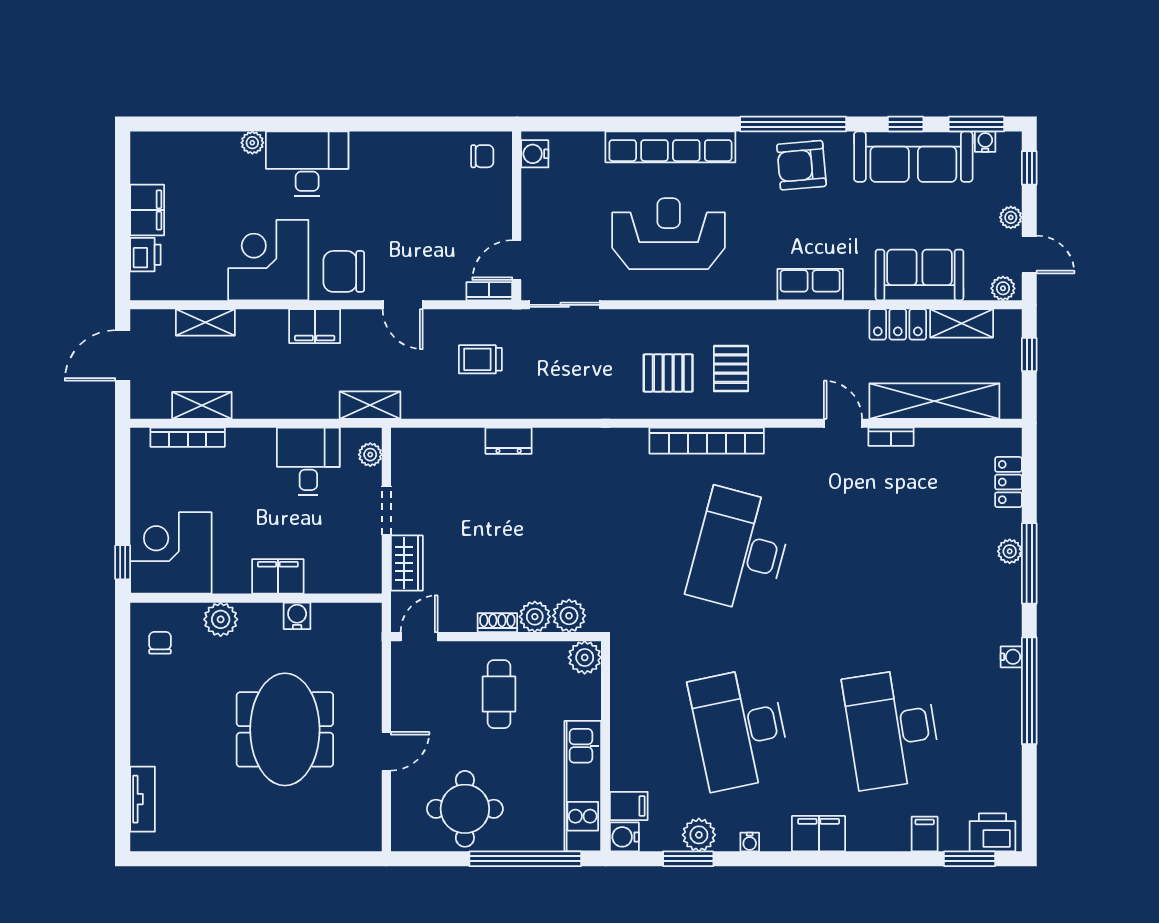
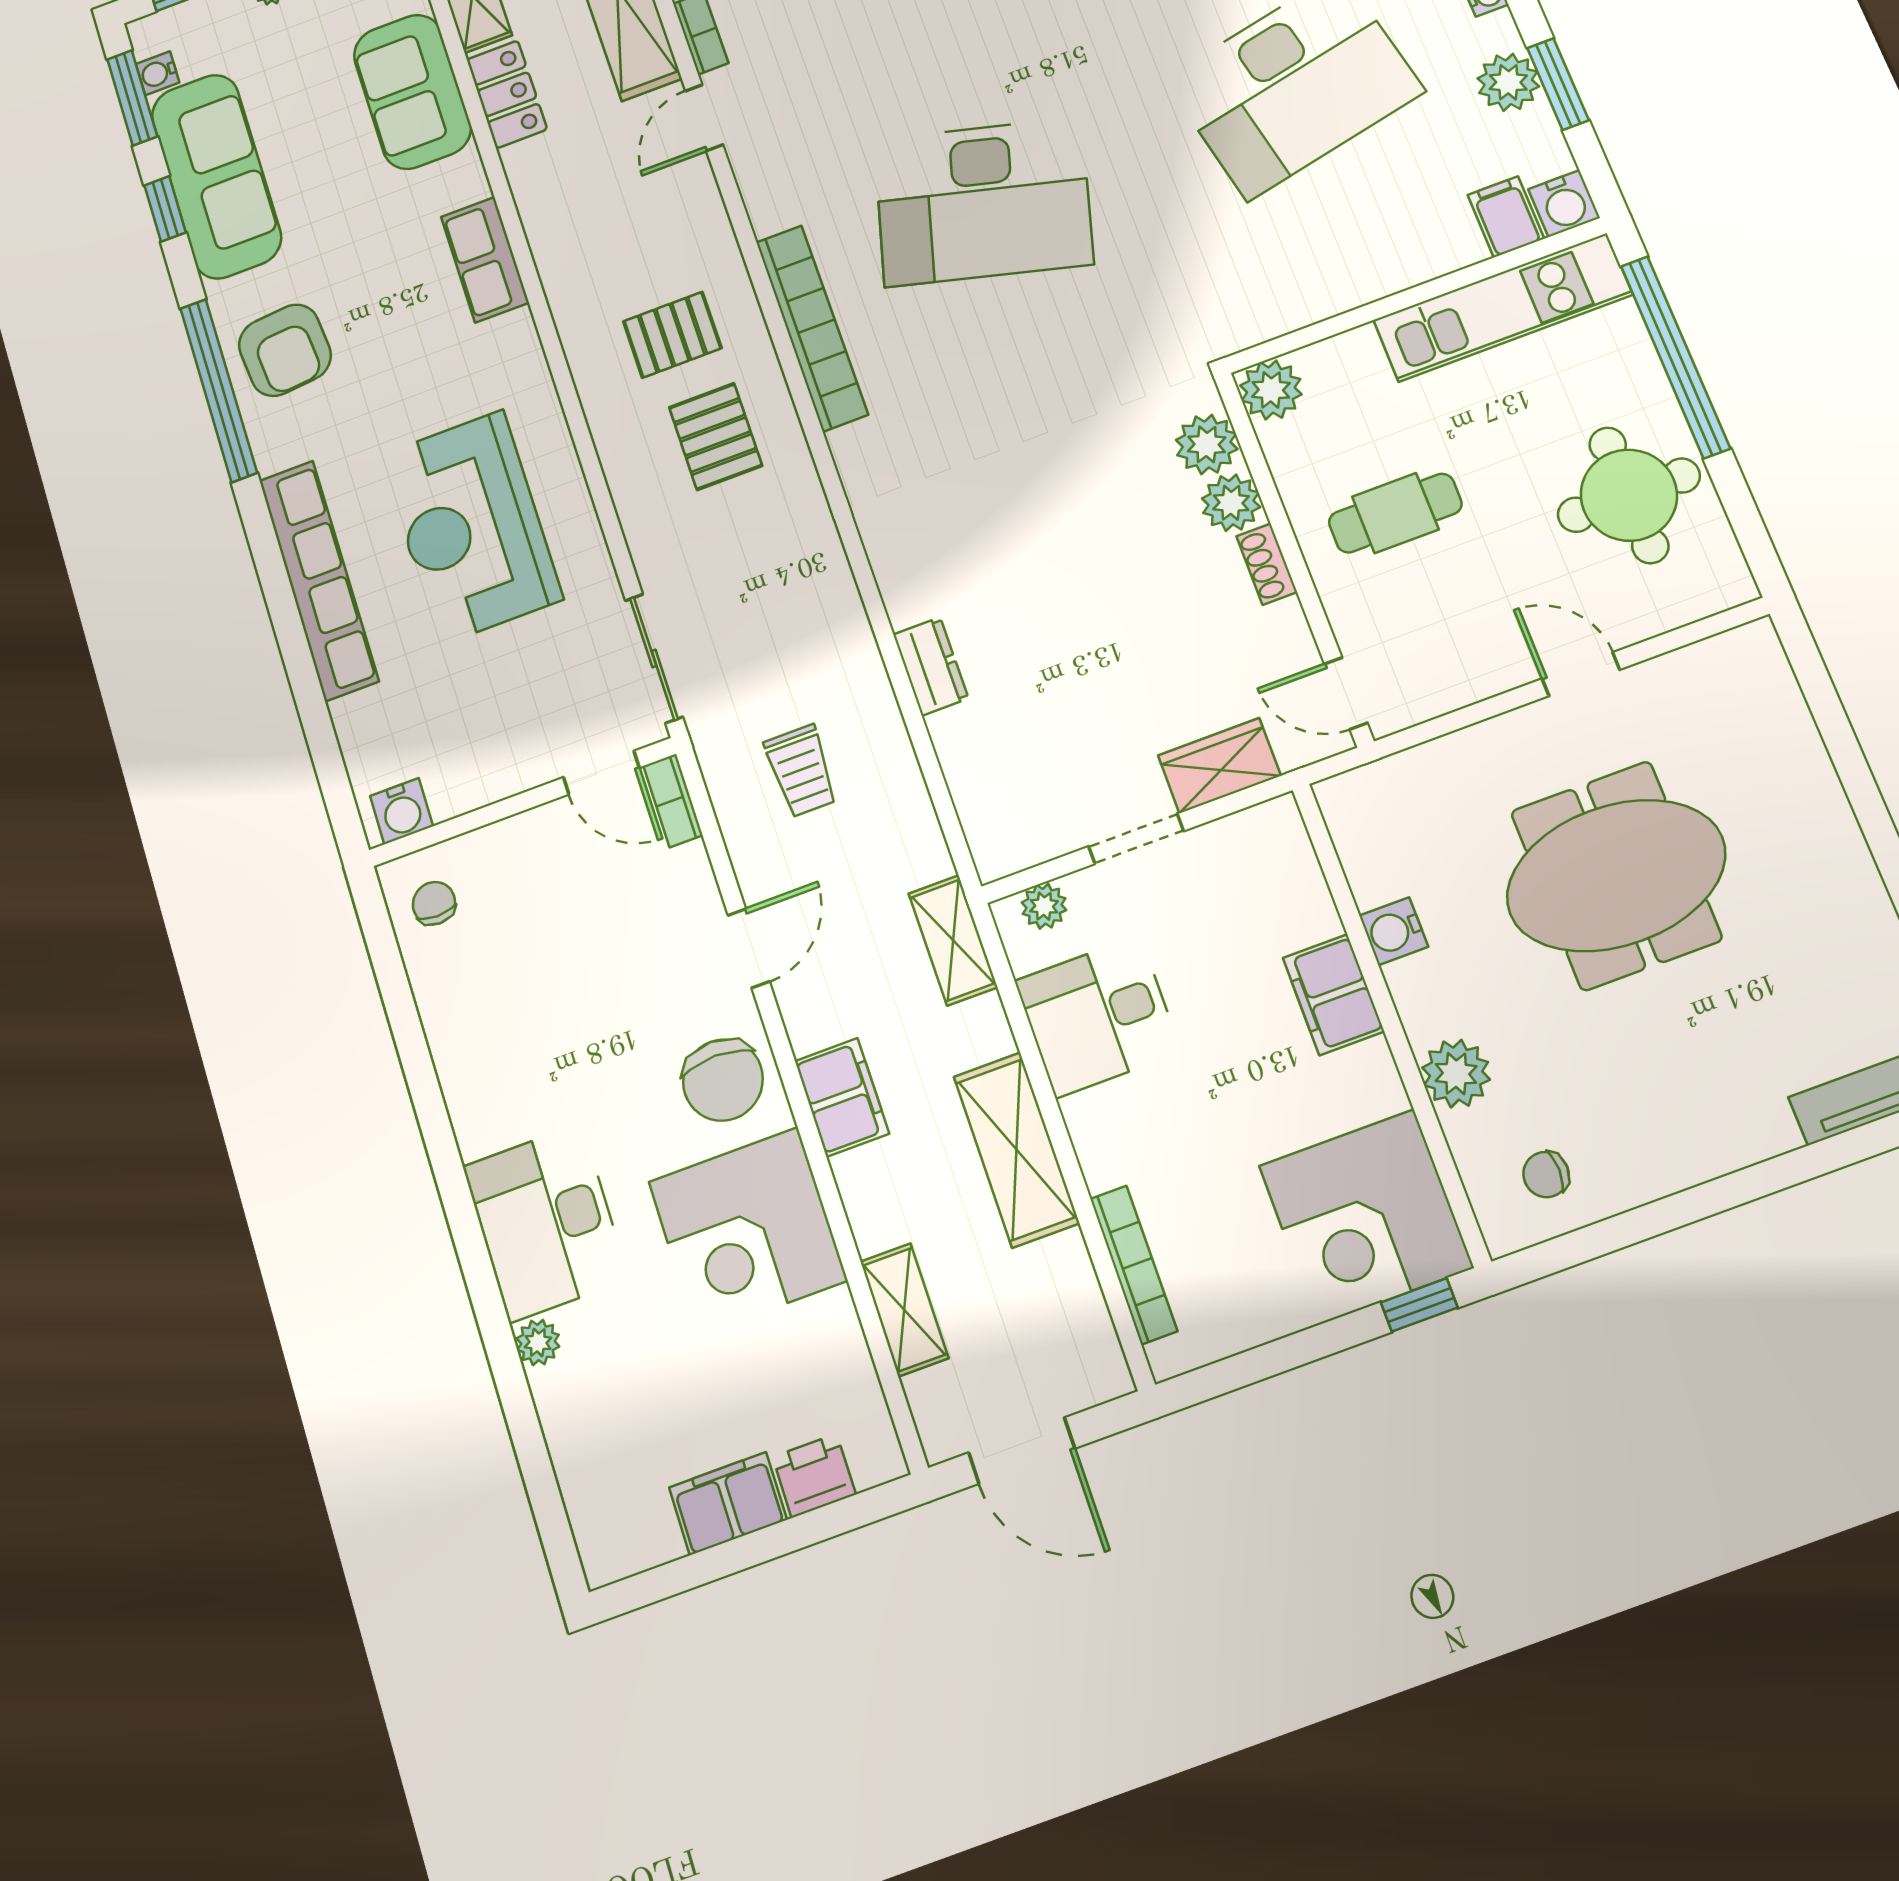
shelving: (202, 405) -> (1016, 1150), moved, width x1.50, depth x1.33

